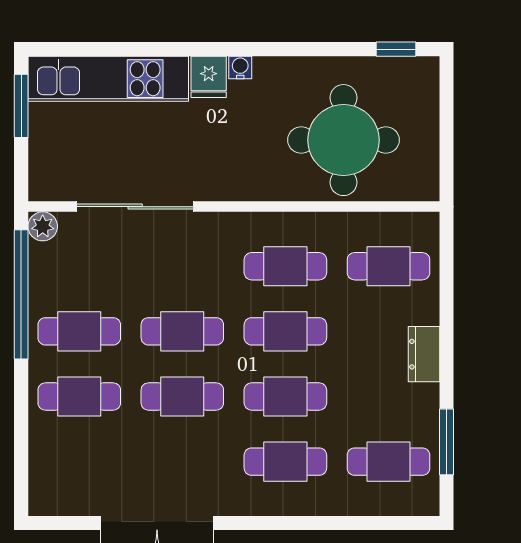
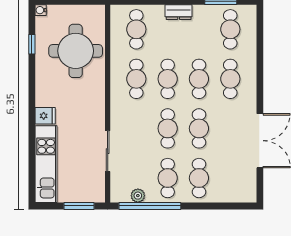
window: (396, 49) -> (32, 44), moved
water cooler: (240, 67) -> (41, 10), moved
window: (21, 106) -> (79, 206), moved
sliding door: (135, 207) -> (108, 151), width x0.73
plant: (43, 226) -> (138, 196), moved

